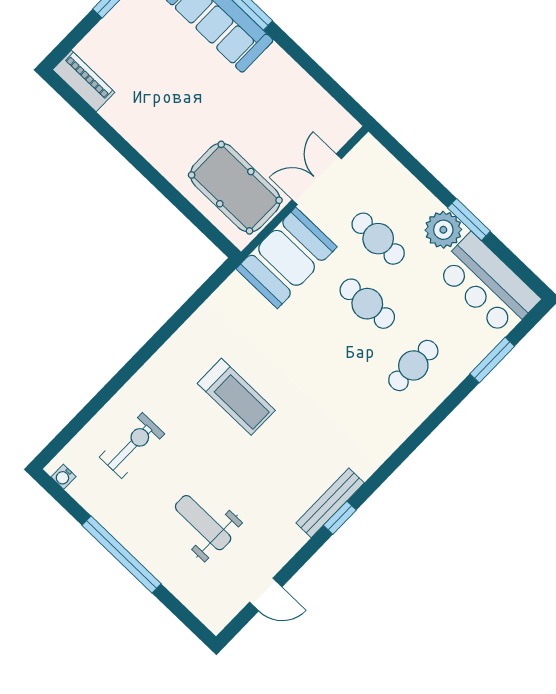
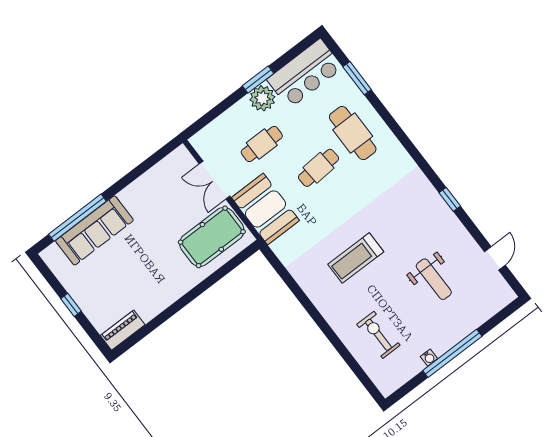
cafe table: (367, 304) -> (319, 168), moved
cafe table: (413, 365) -> (353, 133), width x1.37, depth x1.35
treadmill: (236, 397) -> (356, 258), turned 180
water cooler: (63, 477) -> (429, 358), moved
bench: (330, 503) -> (438, 205), removed
weight bench: (203, 523) -> (434, 279), moved, turned -90

